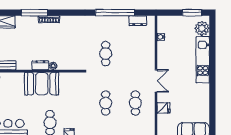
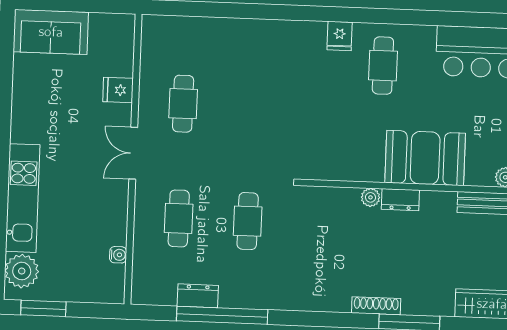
dresser: (138, 21) -> (198, 296), moved
booth: (42, 84) -> (425, 158), moved
cafe table: (106, 103) -> (179, 218), moved

